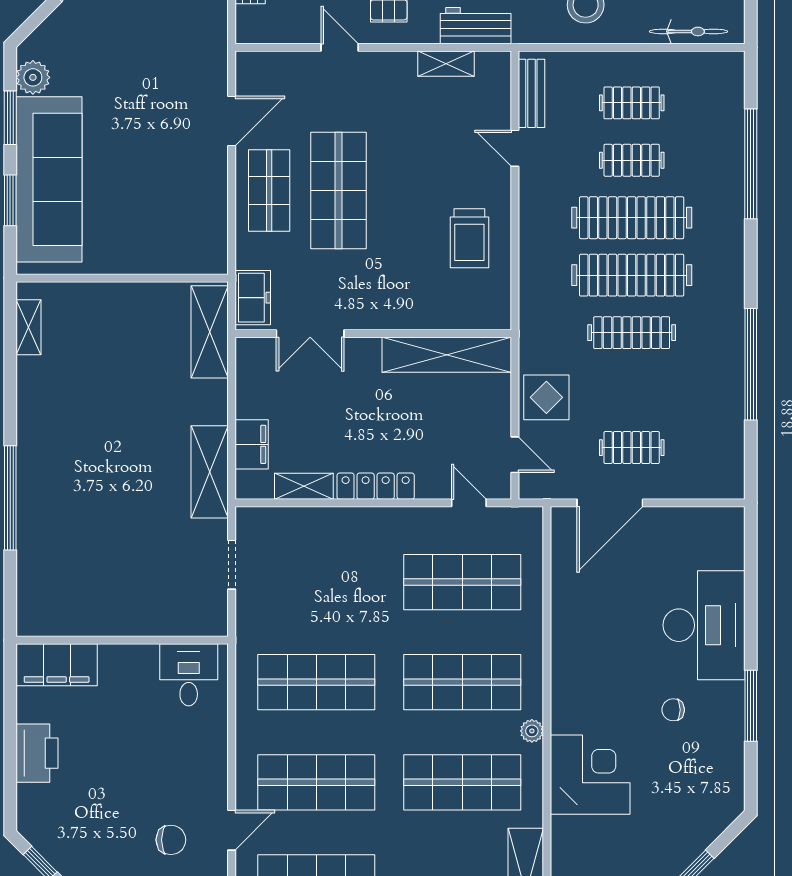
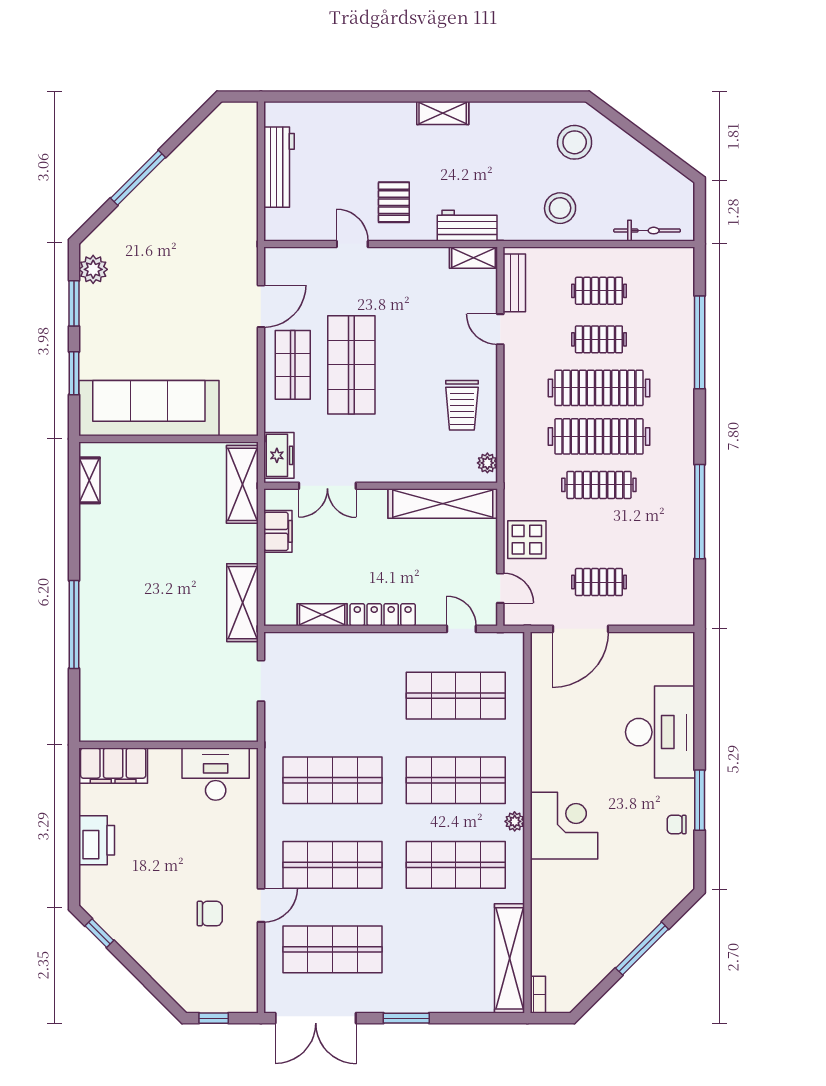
shelving: (446, 64) -> (473, 258), moved
sofa: (49, 179) -> (149, 408), moved, turned -90
plant: (499, 307) -> (487, 463), added
filing cabinet: (252, 444) -> (278, 531), moved
desk: (189, 675) -> (216, 774), width x1.37
chair: (673, 710) -> (677, 824), moved
corner desk: (590, 775) -> (564, 826), moved

